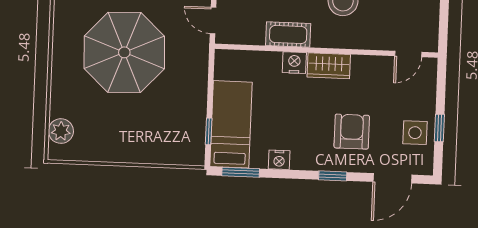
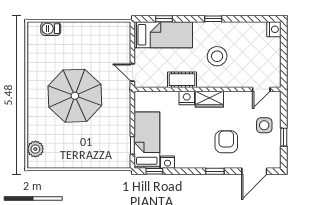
side table: (415, 133) -> (264, 125), moved
nightstand: (279, 160) -> (167, 162), moved
window: (241, 172) -> (154, 171), width x0.67

